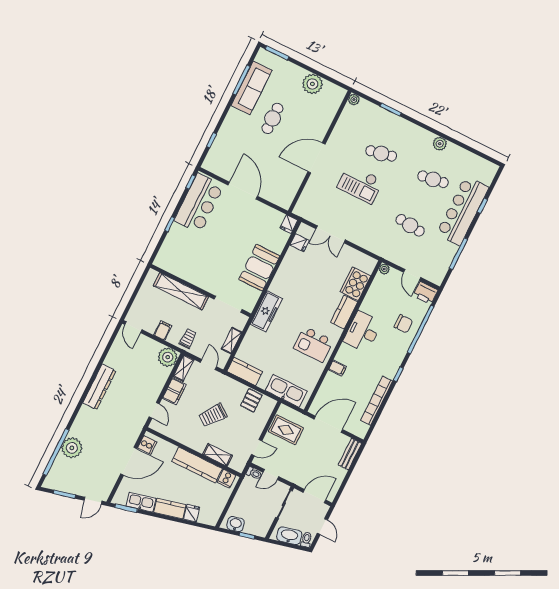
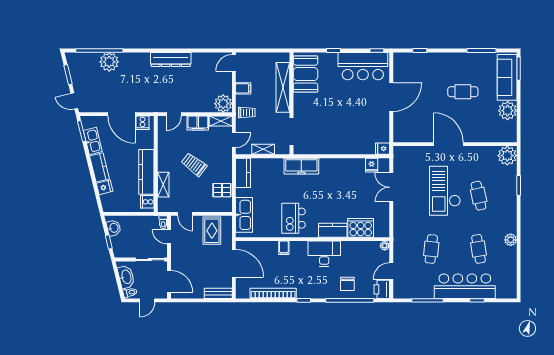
sofa: (252, 88) -> (507, 77), moved, turned 90
plant: (354, 100) -> (507, 156), width x1.88, depth x1.88
checkout: (360, 184) -> (445, 191), width x1.36, depth x1.21
booth: (259, 268) -> (306, 74), moved, turned 90

